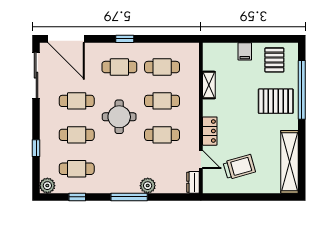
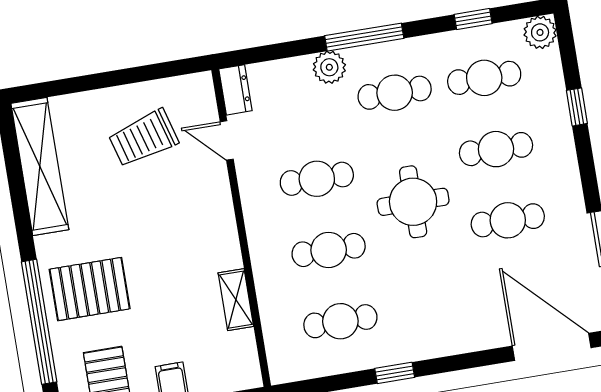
window: (125, 39) -> (395, 373), moved
cafe table: (119, 67) -> (395, 93), moved
locker: (210, 131) -> (218, 203), removed

